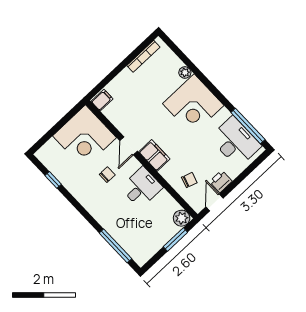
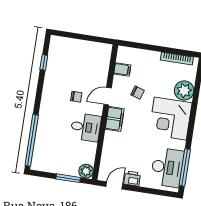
plant: (185, 72) -> (184, 91), width x1.88, depth x1.88
filing cabinet: (102, 100) -> (122, 69), moved
corner desk: (85, 137) -> (90, 61), removed
chair: (189, 180) -> (138, 93), moved
window: (115, 246) -> (32, 140), width x1.46

